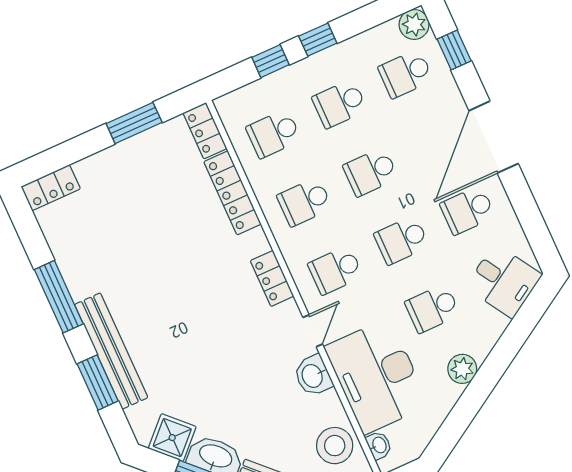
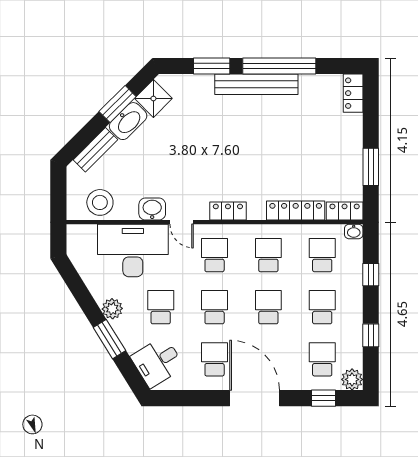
window: (318, 40) -> (371, 335), moved
window: (59, 297) -> (279, 66), width x1.46
bench: (111, 351) -> (256, 84), moved
window: (502, 355) -> (109, 339), added
washbasin: (379, 445) -> (354, 231), moved

